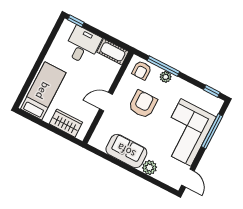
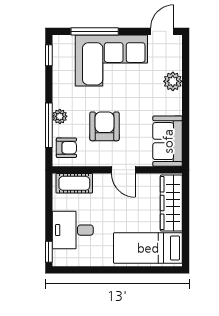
cot: (113, 52) -> (74, 183), moved, turned 90
armchair: (143, 104) -> (105, 126), turned 90
wardrobe: (66, 123) -> (171, 203), width x1.50
sofa: (126, 151) -> (168, 141), moved

